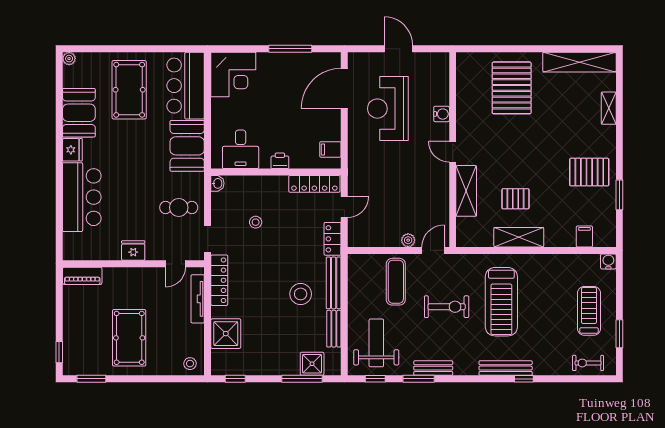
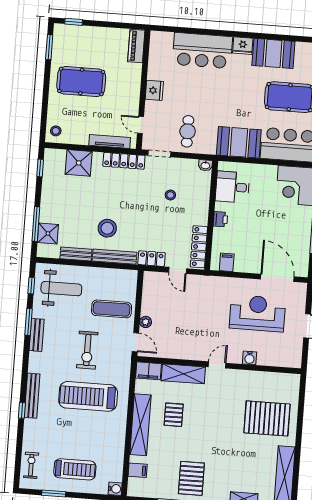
filing cabinet: (466, 232) -> (148, 371), added
shelving: (519, 237) -> (140, 425), width x1.47

